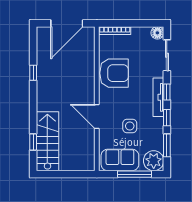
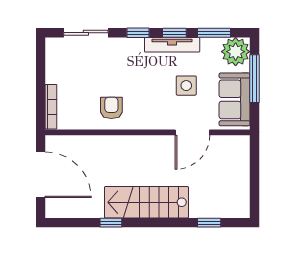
floor lamp: (157, 33) -> (54, 46), removed
armchair: (114, 73) -> (111, 108), width x0.53, depth x0.53
tv unit: (158, 97) -> (172, 45), moved
door: (97, 116) -> (192, 132), moved
stairs: (47, 141) -> (146, 202), moved

